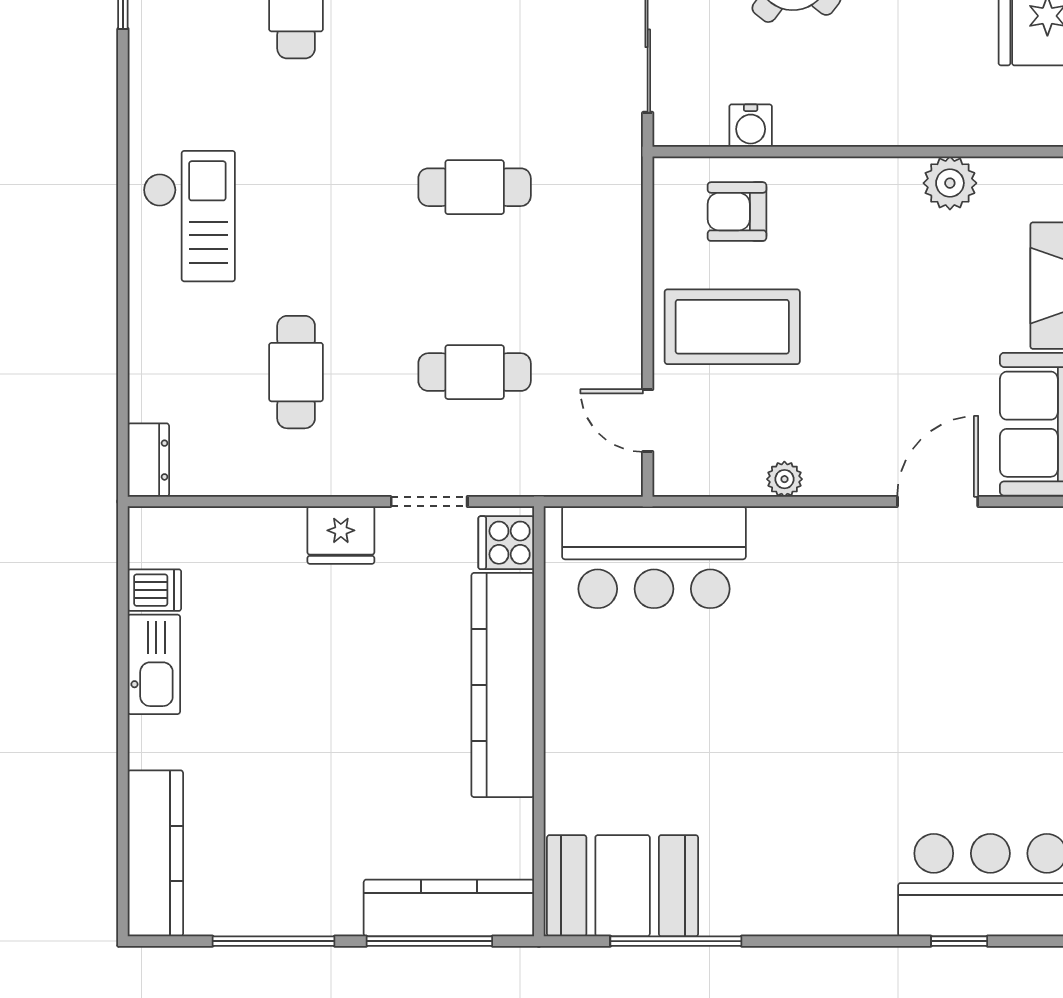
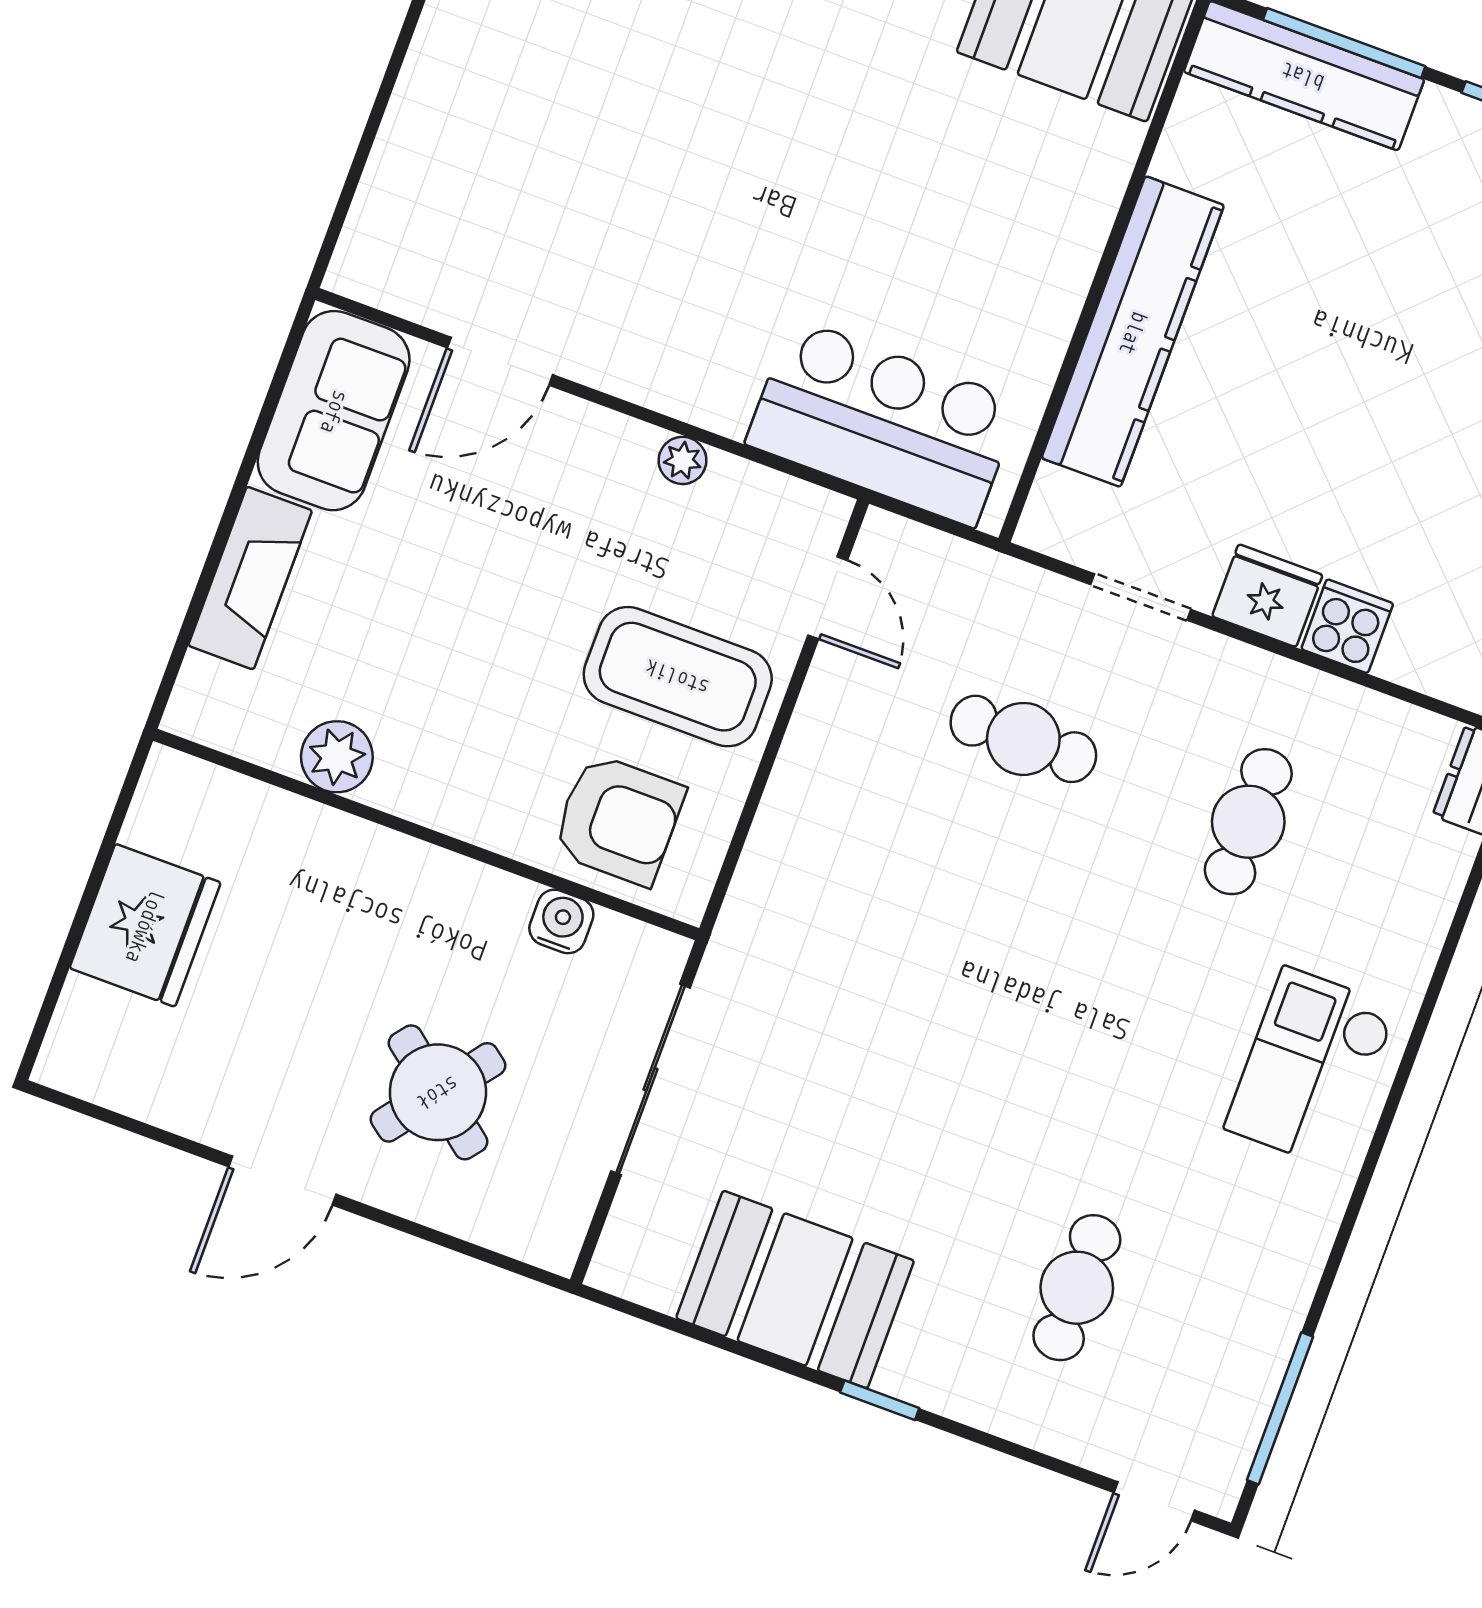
cafe table: (475, 187) -> (938, 972), removed
armchair: (737, 212) -> (618, 820), width x1.38, depth x1.38
cooker: (506, 543) -> (1347, 626), moved, turned -90

